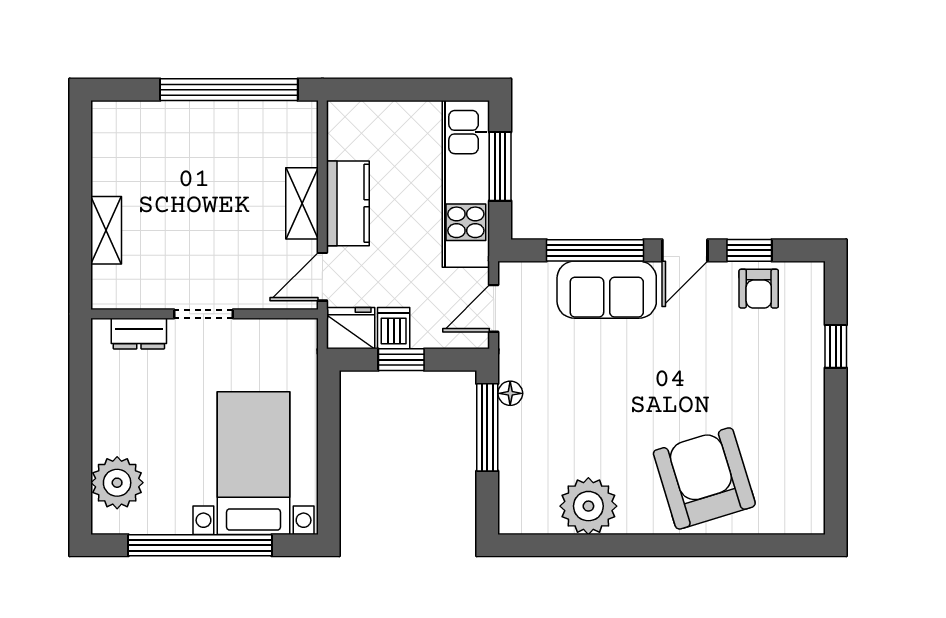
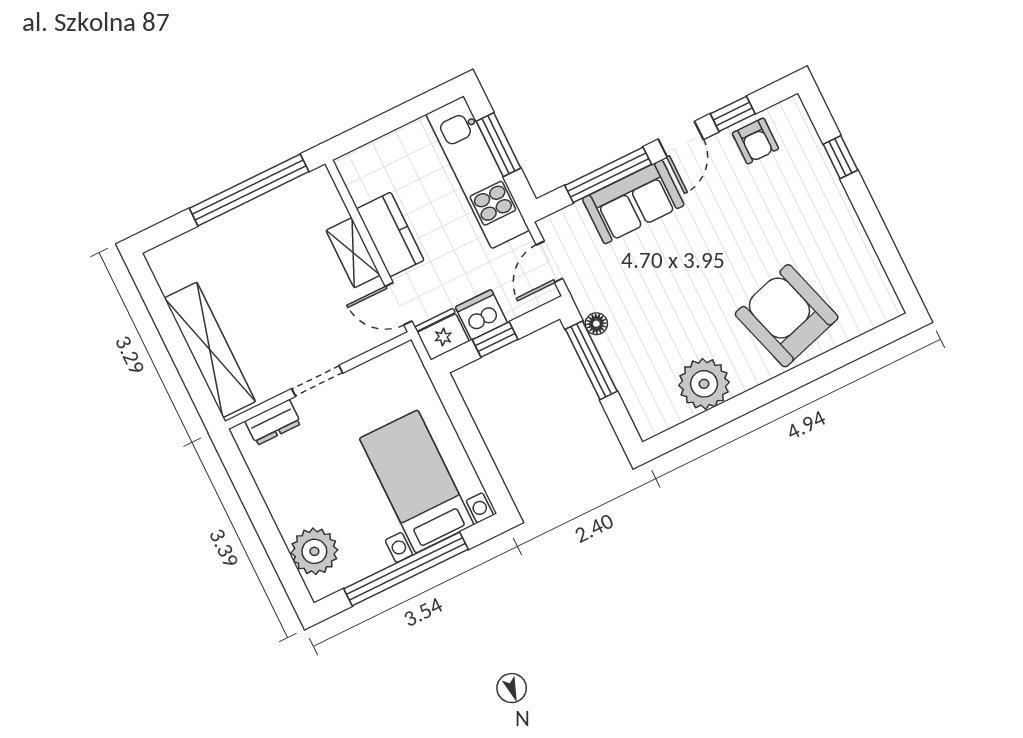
shelving: (106, 230) -> (210, 350), width x2.20, depth x1.33
door: (322, 277) -> (399, 304), hinge flipped
dishwasher: (394, 328) -> (481, 315), width x1.38

